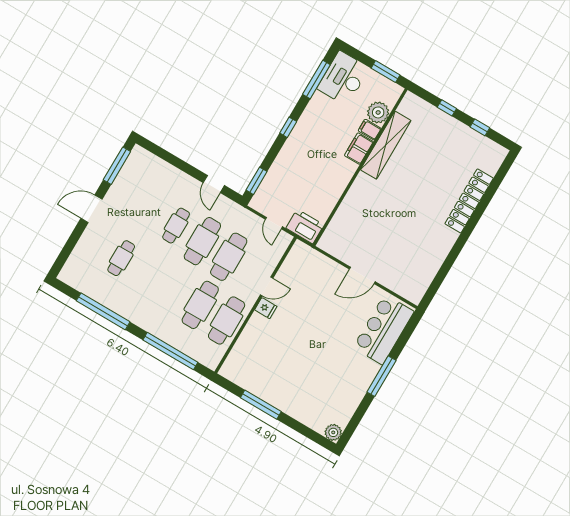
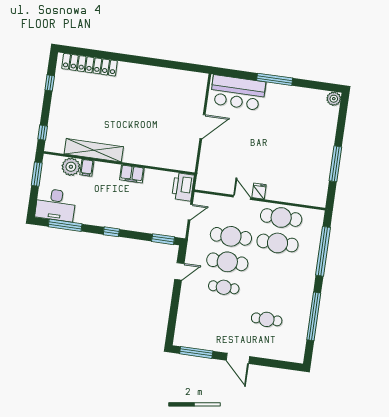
window: (447, 108) -> (43, 133), moved
filing cabinet: (359, 149) -> (132, 174), moved
locker: (469, 201) -> (90, 65), moved
door: (362, 275) -> (202, 127), hinge flipped

